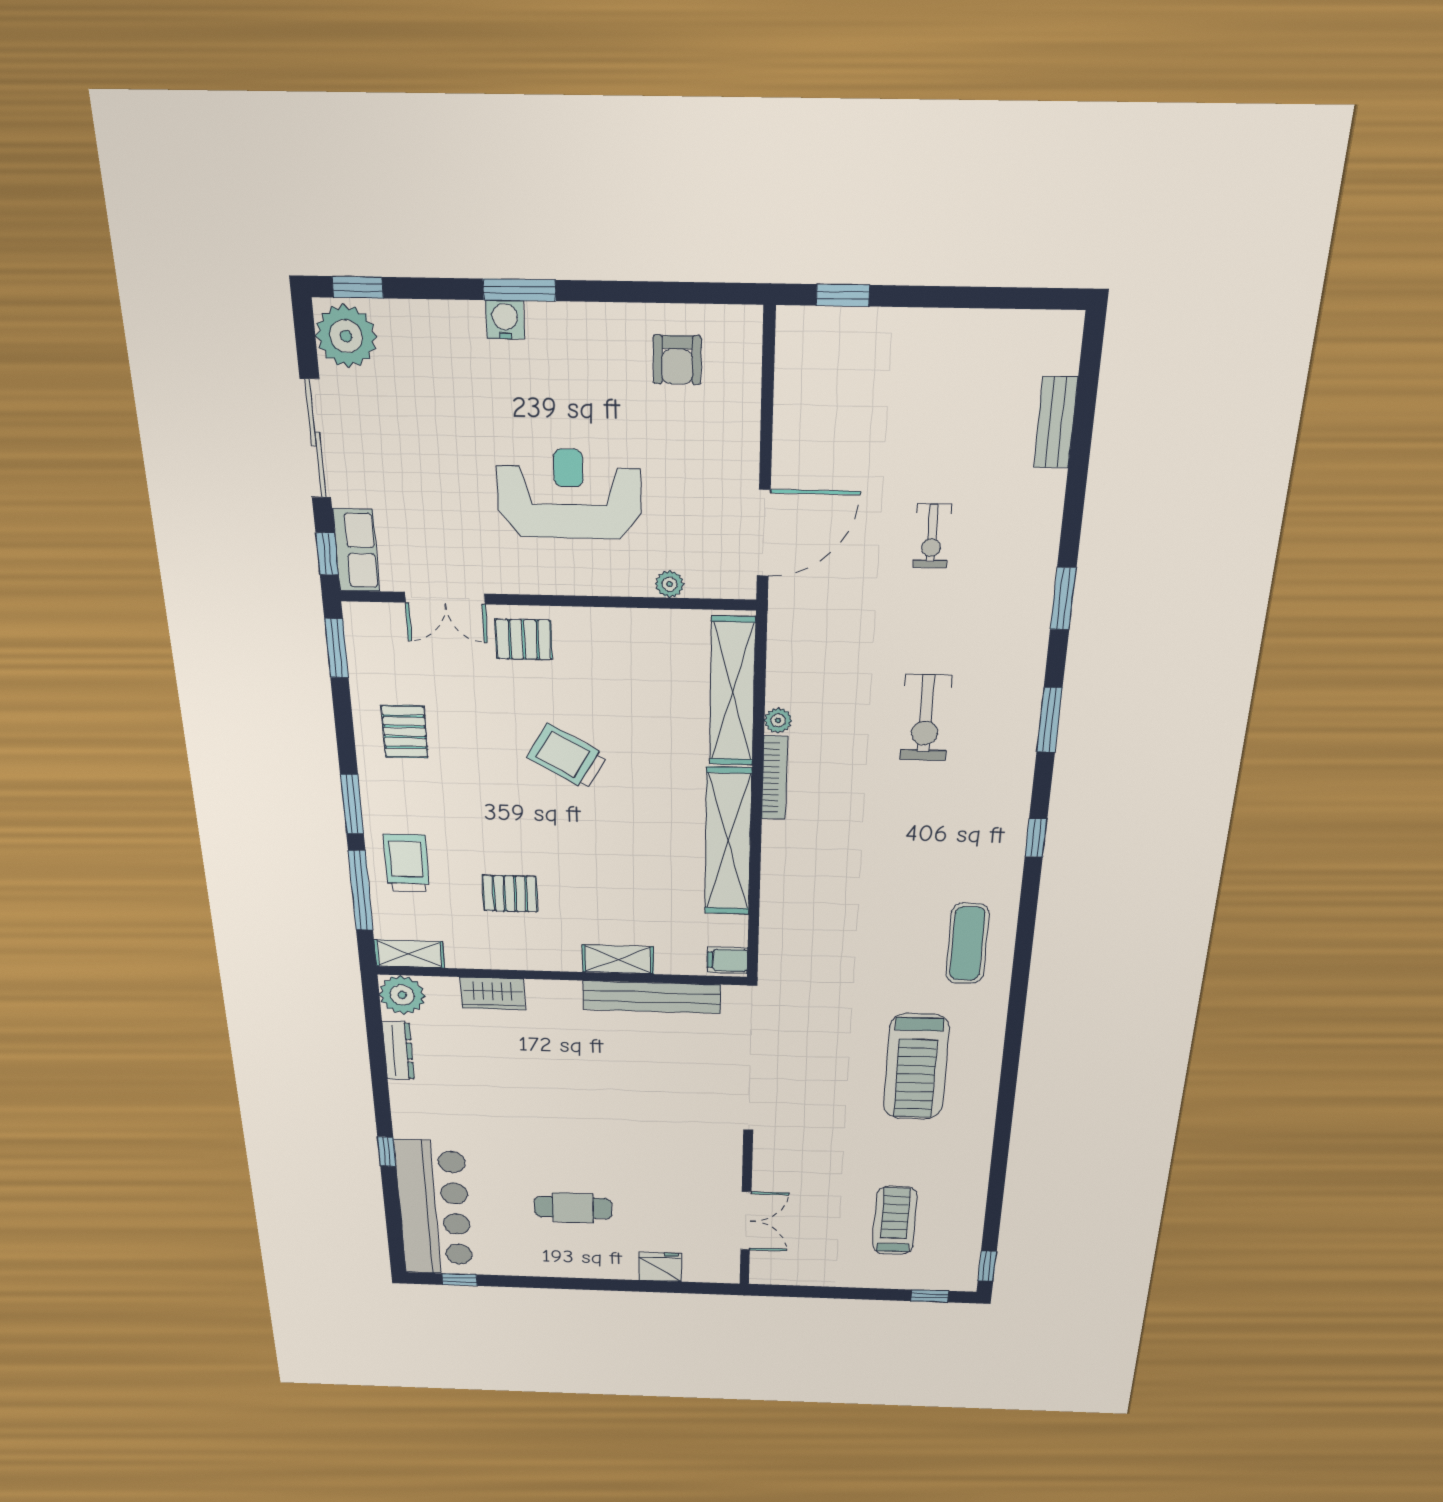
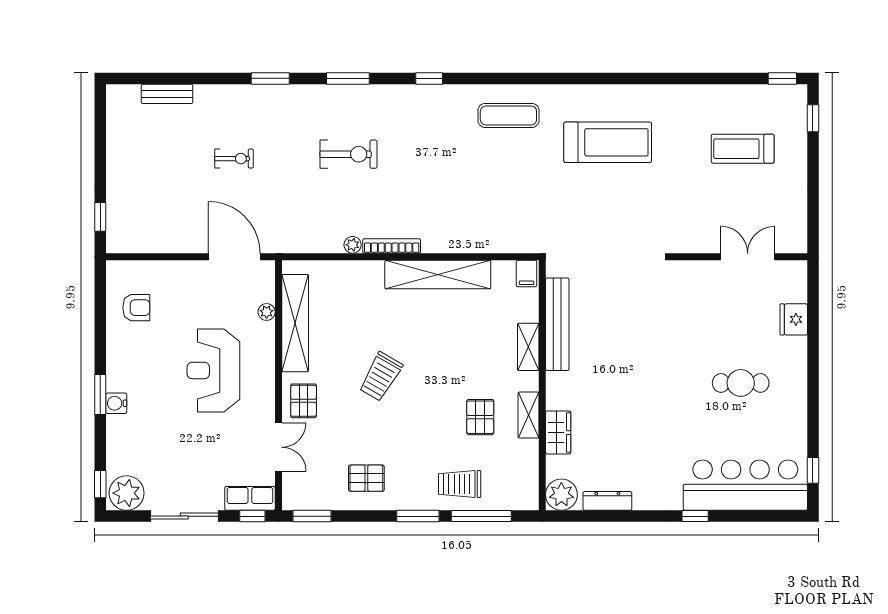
shelving: (732, 692) -> (295, 323), moved, turned 90
shelving: (409, 954) -> (529, 415), moved
cafe table: (573, 1208) -> (741, 383), turned 90

